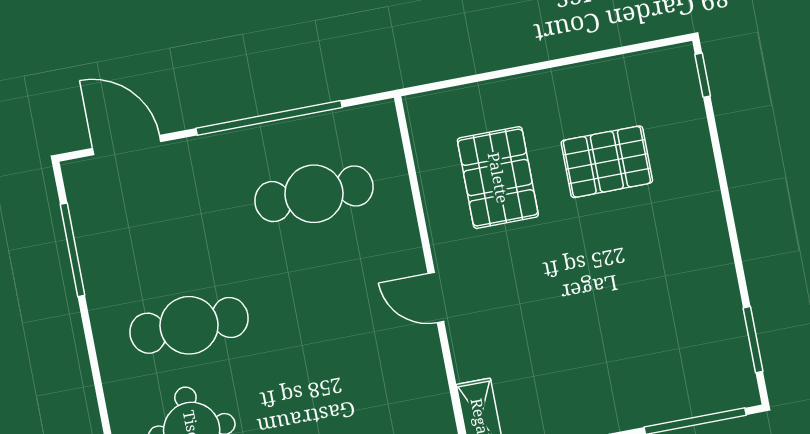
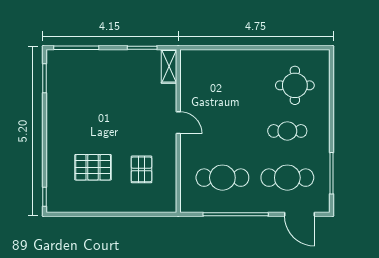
pallet: (498, 178) -> (141, 169), width x0.67, depth x0.71
cafe table: (169, 221) -> (287, 178), added
cafe table: (189, 325) -> (287, 131), width x0.73, depth x0.74

